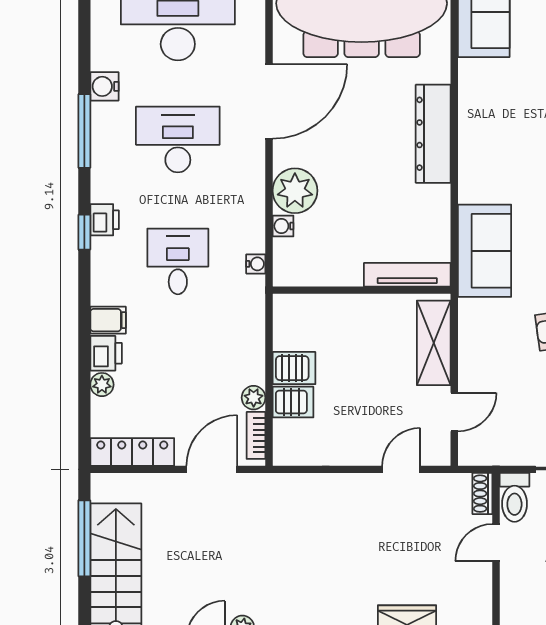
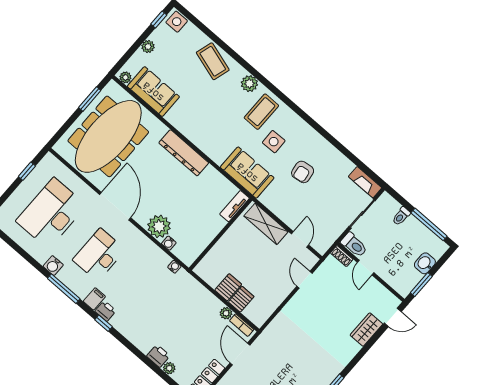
desk: (178, 261) -> (147, 296), removed
tv unit: (407, 275) -> (235, 206), width x0.71
filing cabinet: (108, 320) -> (94, 299), moved

